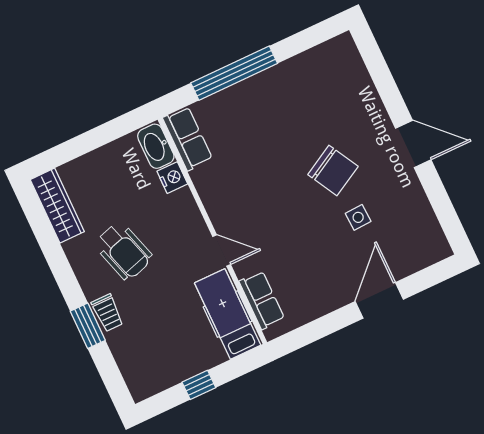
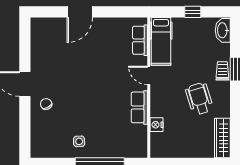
row of seats: (188, 139) -> (139, 107), moved
washbasin: (156, 146) -> (223, 30), moved, turned 180
chair: (333, 170) -> (46, 104), moved, width x0.54, depth x0.54
side table: (358, 217) -> (79, 141), moved

